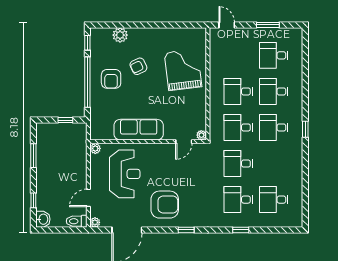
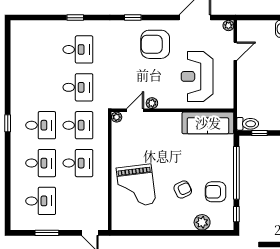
armchair: (111, 79) -> (216, 192), moved, turned -90
sofa: (139, 130) -> (208, 123), moved
plant: (95, 148) -> (152, 103), moved
desk: (274, 200) -> (41, 49), removed
toilet: (77, 221) -> (248, 124), moved

